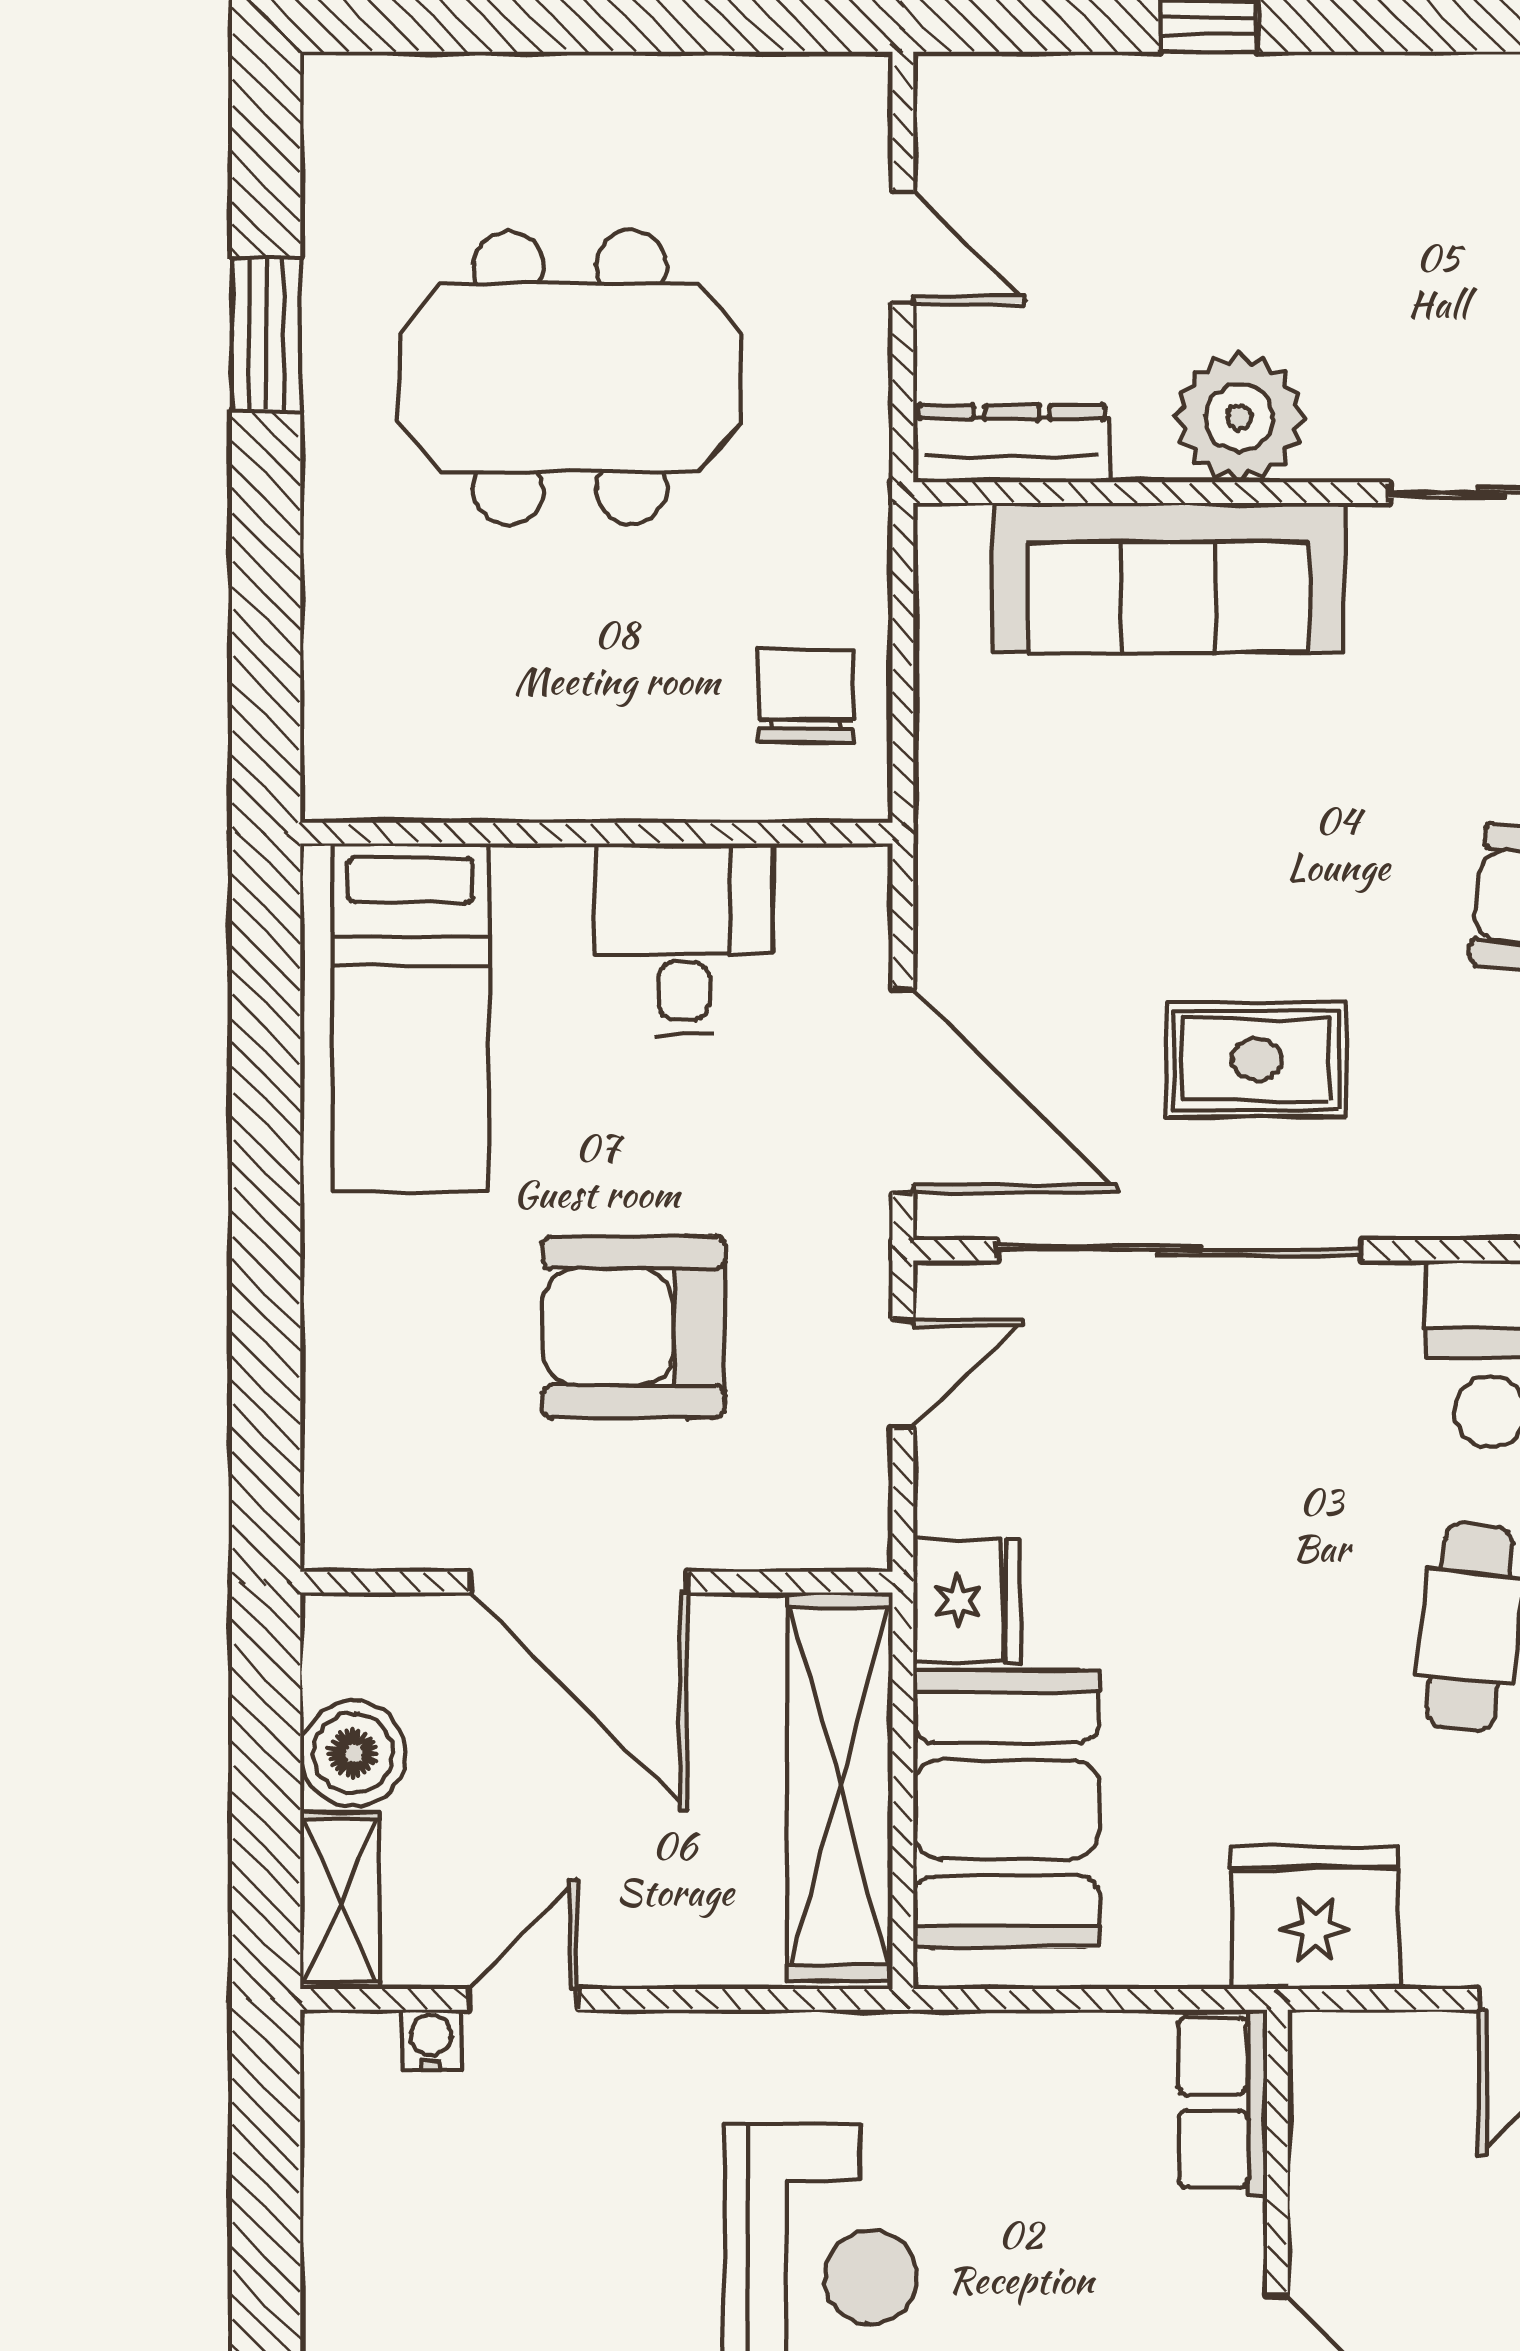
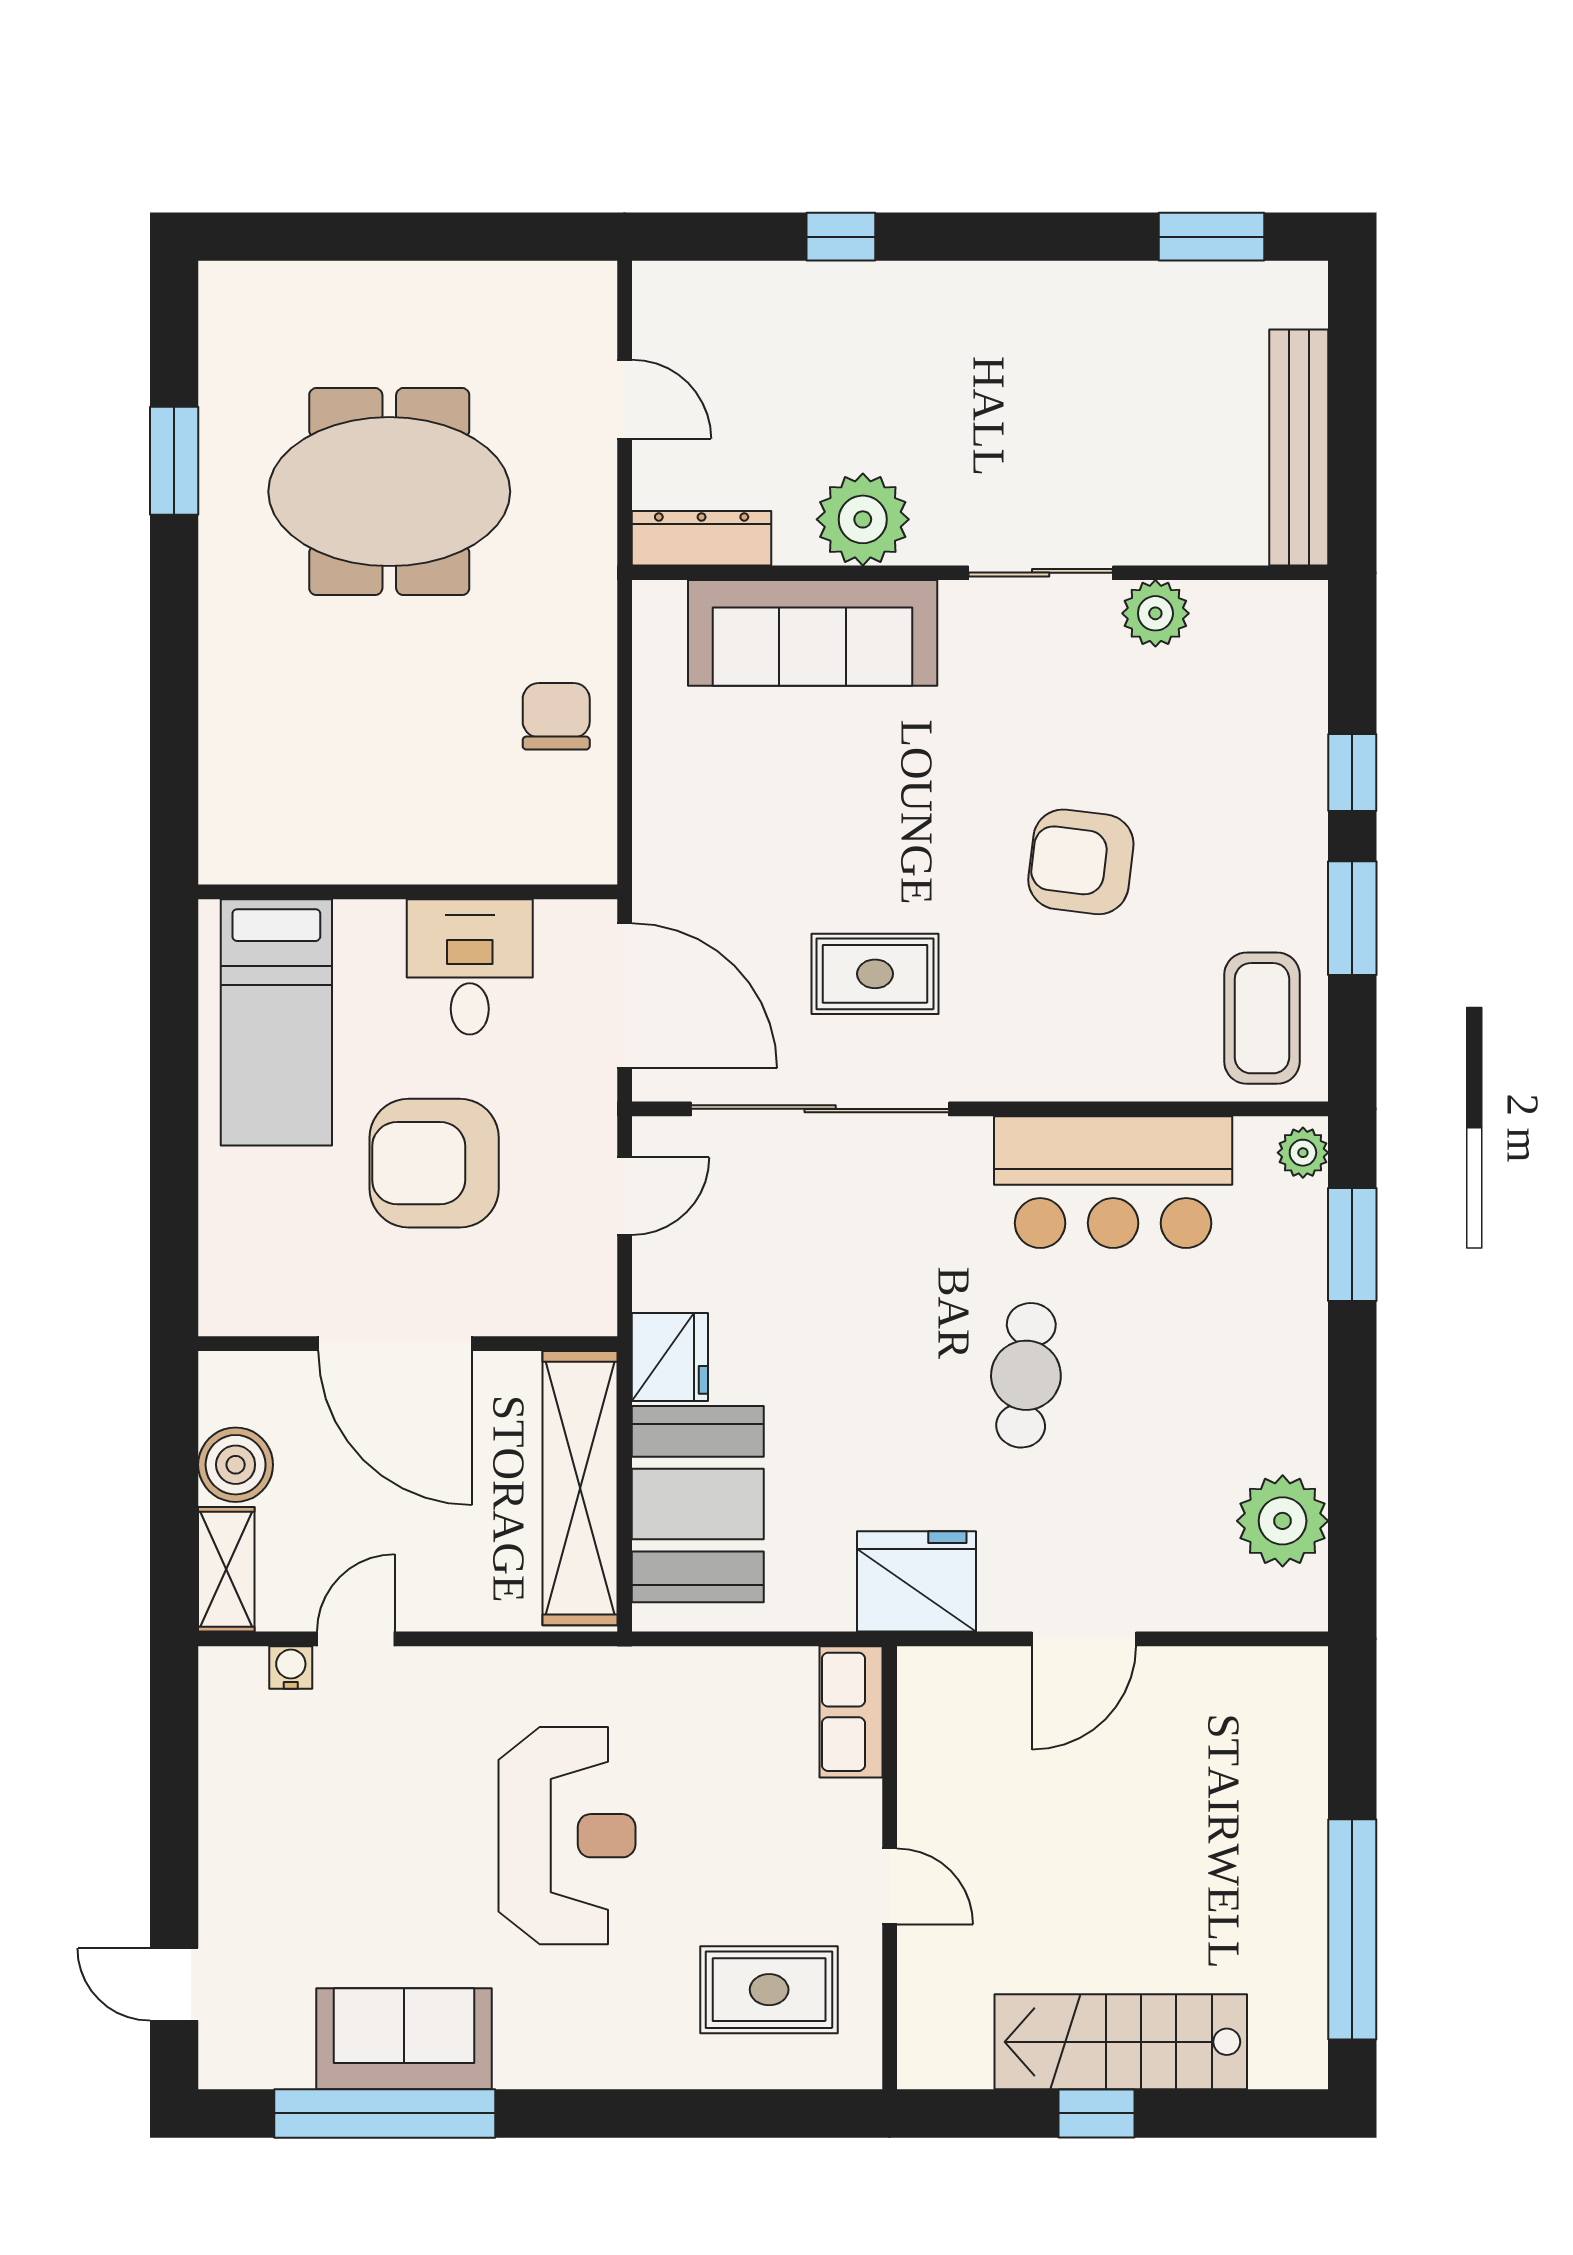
wall: (596, 833) -> (408, 892), moved
desk: (684, 939) -> (470, 967), moved
bed: (411, 1018) -> (276, 1022), moved

